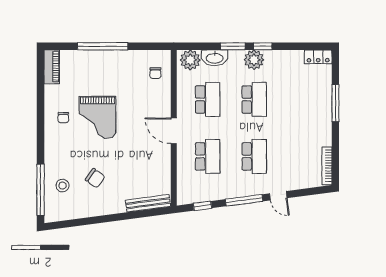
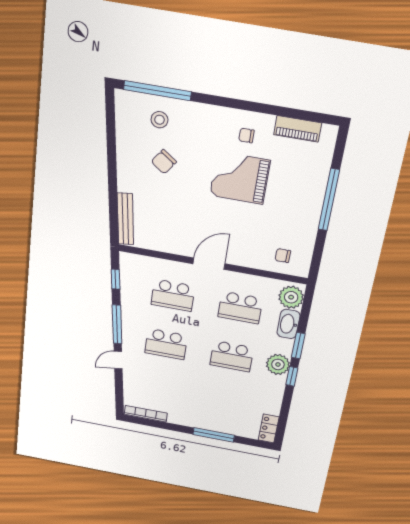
piano: (52, 67) -> (298, 129), moved

